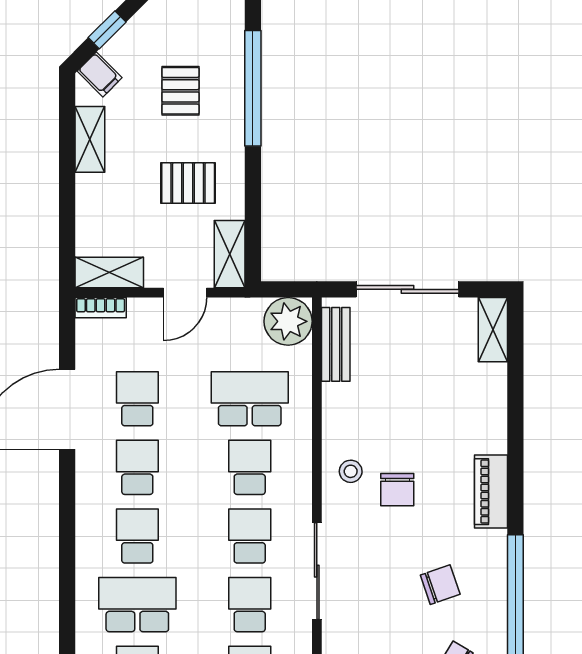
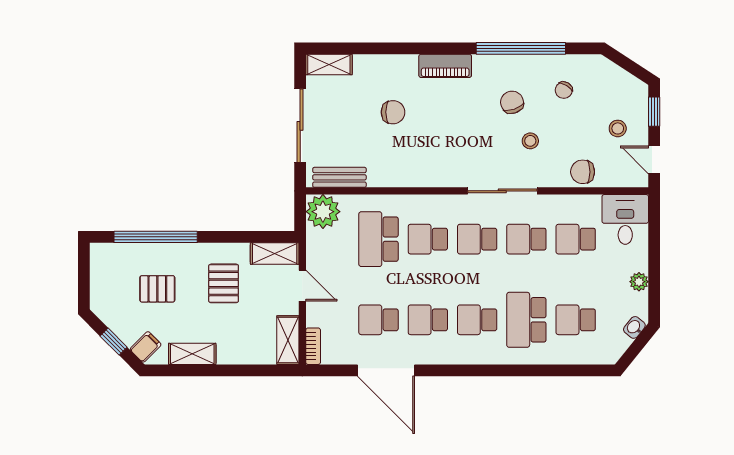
stool: (351, 471) -> (530, 141), moved
chair: (397, 490) -> (393, 112), moved

